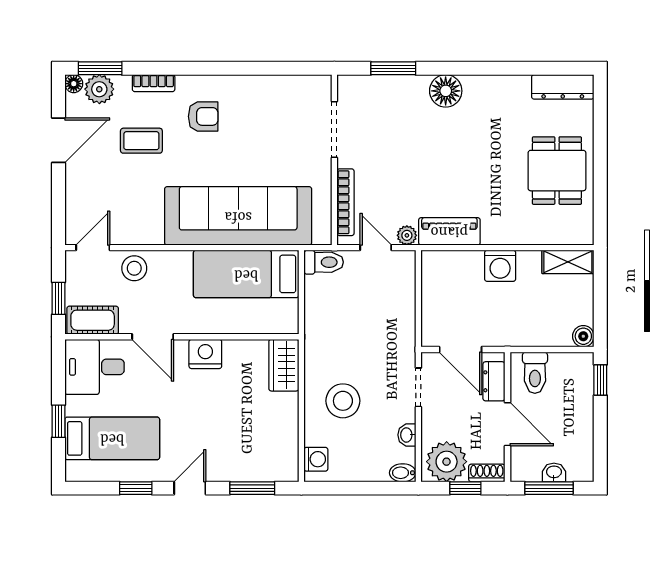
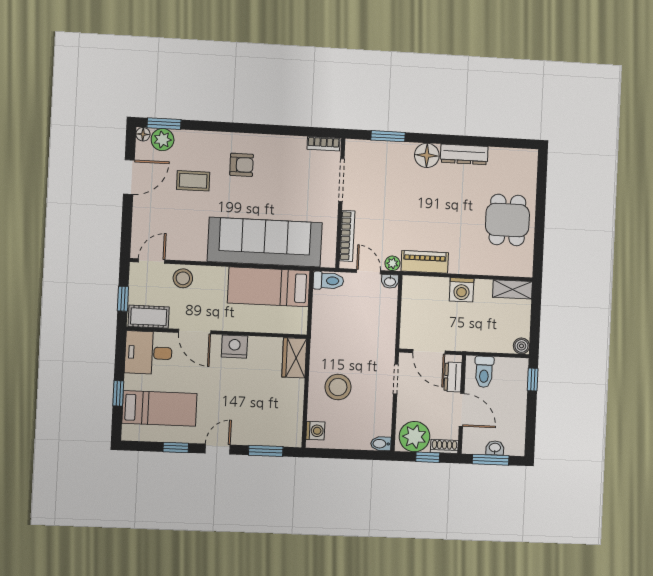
bookcase: (154, 83) -> (324, 144), moved
dresser: (563, 87) -> (464, 154), moved
washbasin: (407, 435) -> (390, 281), moved, turned -90

